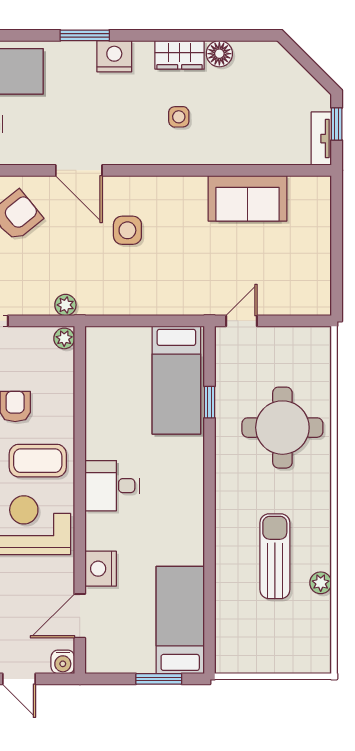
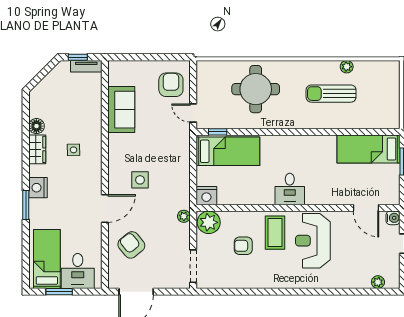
armchair: (290, 283) -> (171, 85), added
plant: (64, 338) -> (209, 222), width x1.88, depth x1.88
window: (210, 402) -> (218, 132), moved
nightstand: (101, 569) -> (206, 196), moved

